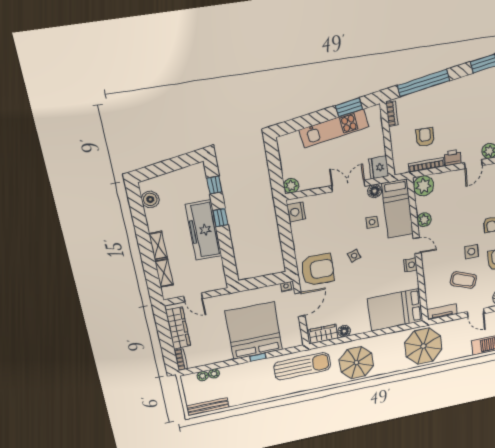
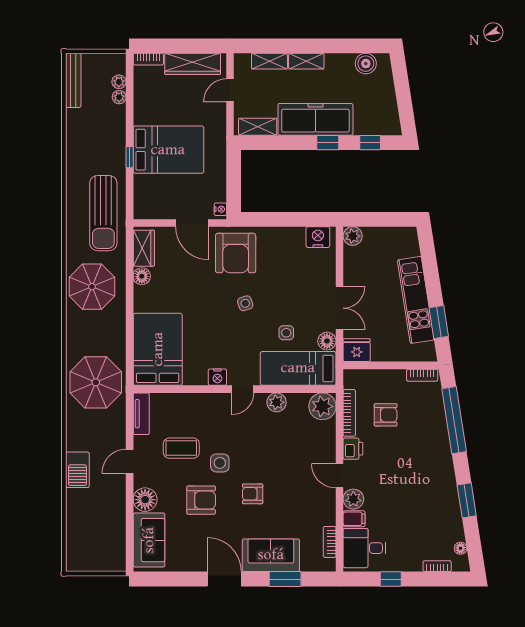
shelving: (218, 272) -> (258, 127), added
coffee table: (463, 280) -> (181, 448), turned 70
bed: (254, 331) -> (168, 150), width x0.73

